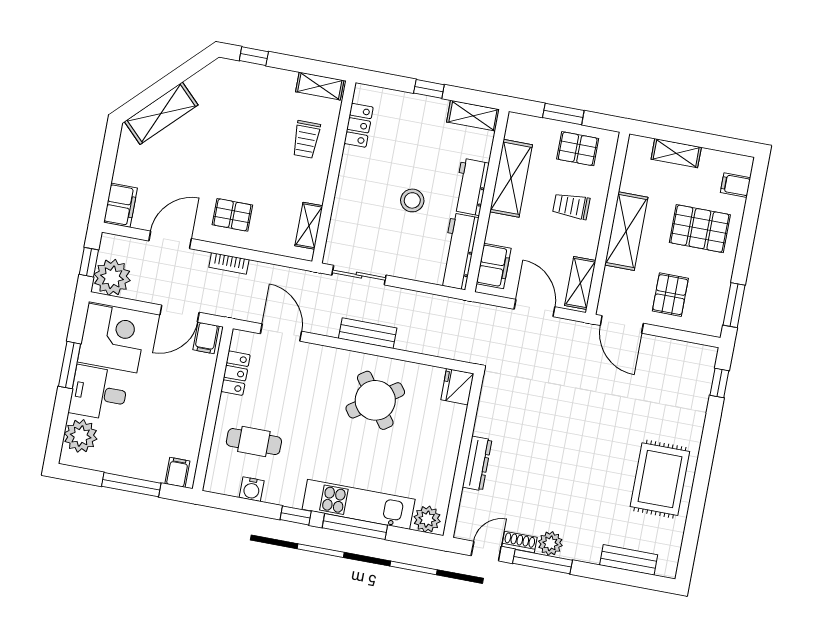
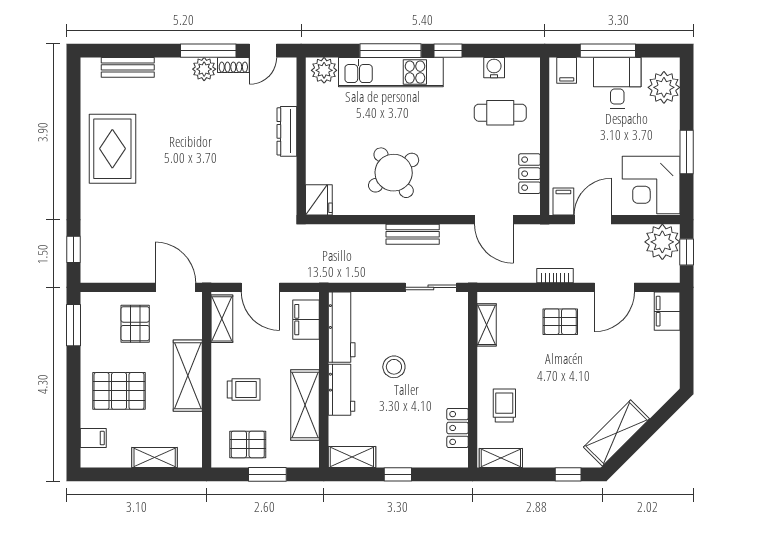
shelving: (161, 113) -> (616, 433), moved
desk: (99, 393) -> (617, 83), moved, turned -90

